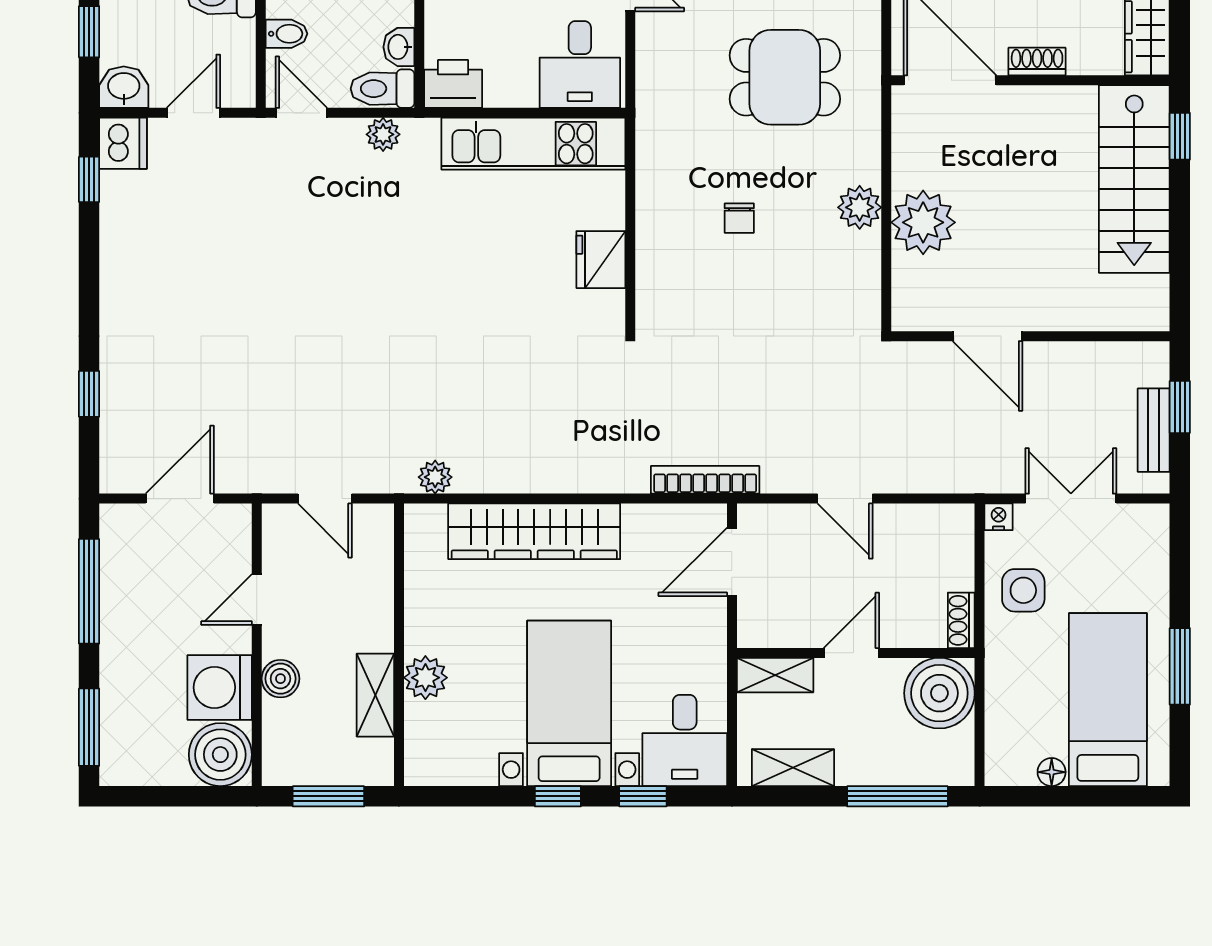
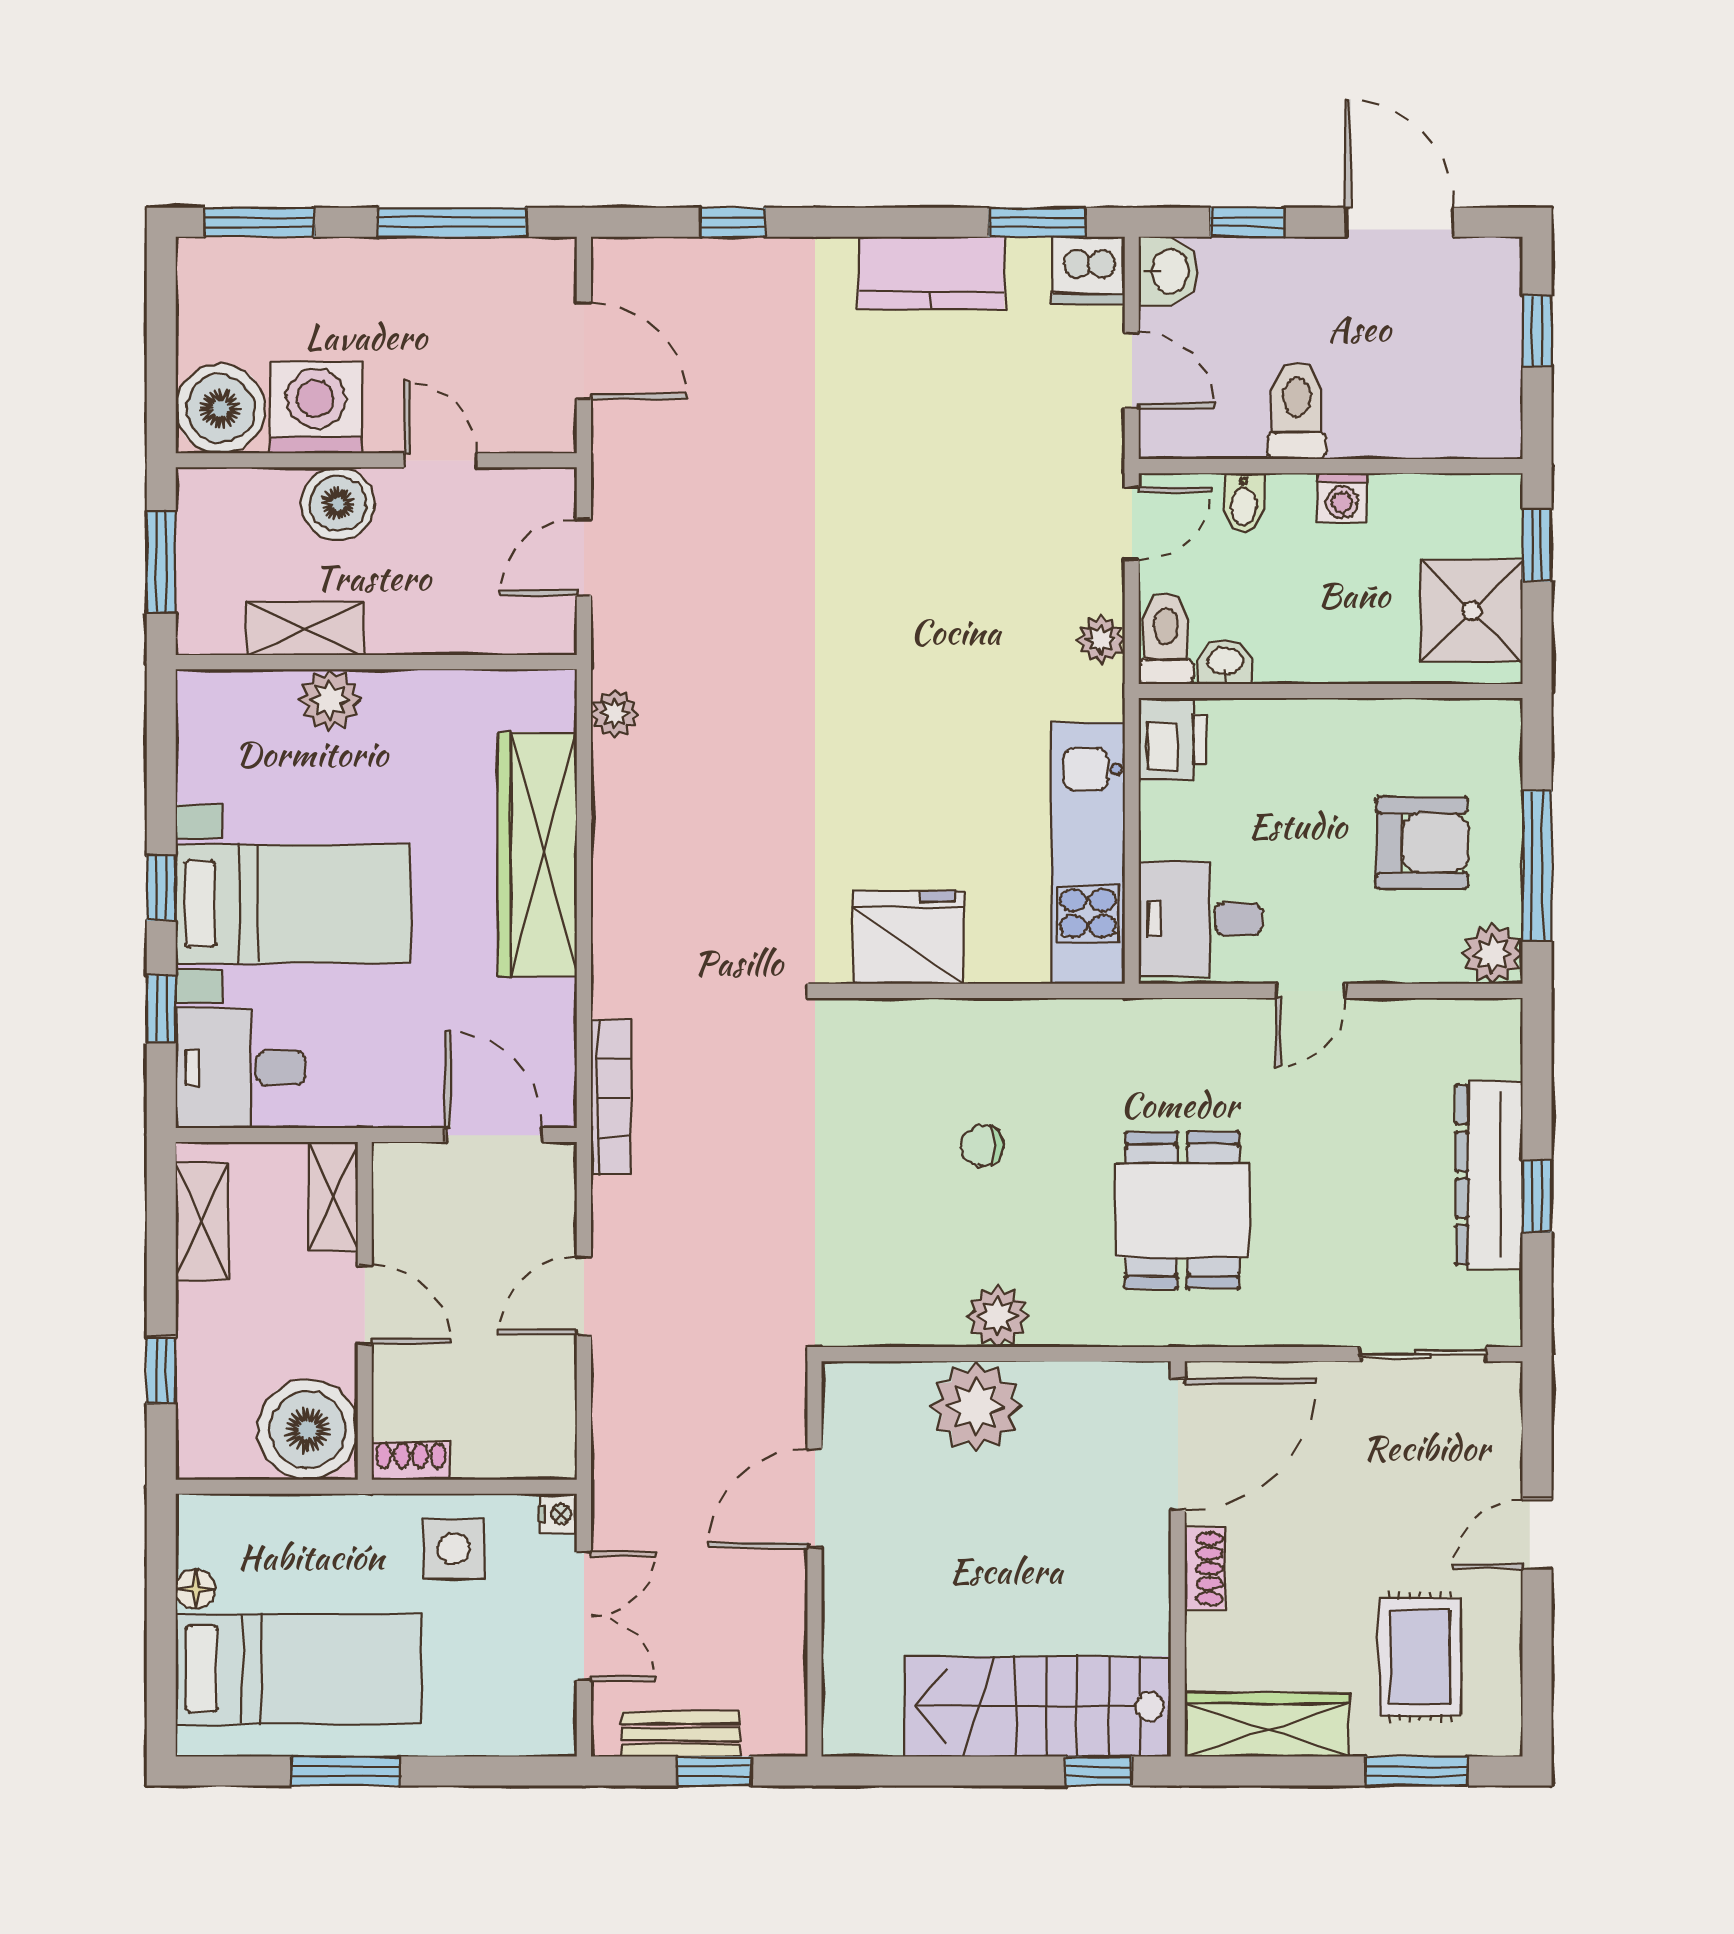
window: (89, 179) -> (1037, 222), width x1.50
kitchen counter: (125, 254) -> (931, 273), added
fridge: (601, 260) -> (909, 937), width x1.36, depth x1.34
boiler: (280, 679) -> (338, 504), width x1.36, depth x1.36
window: (897, 796) -> (161, 1370), width x0.46

